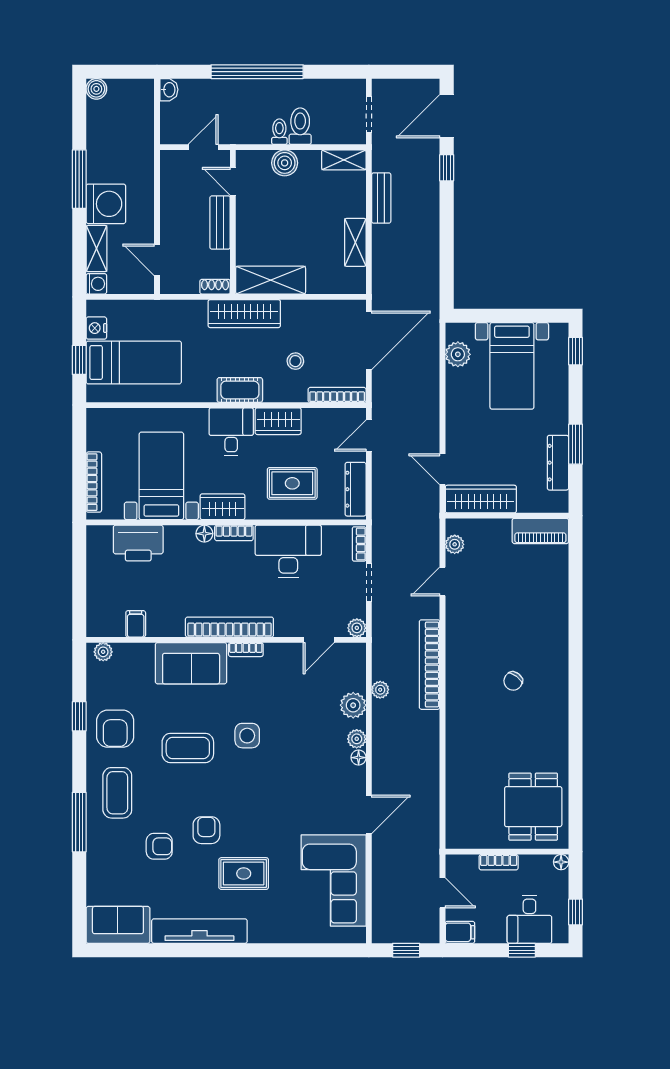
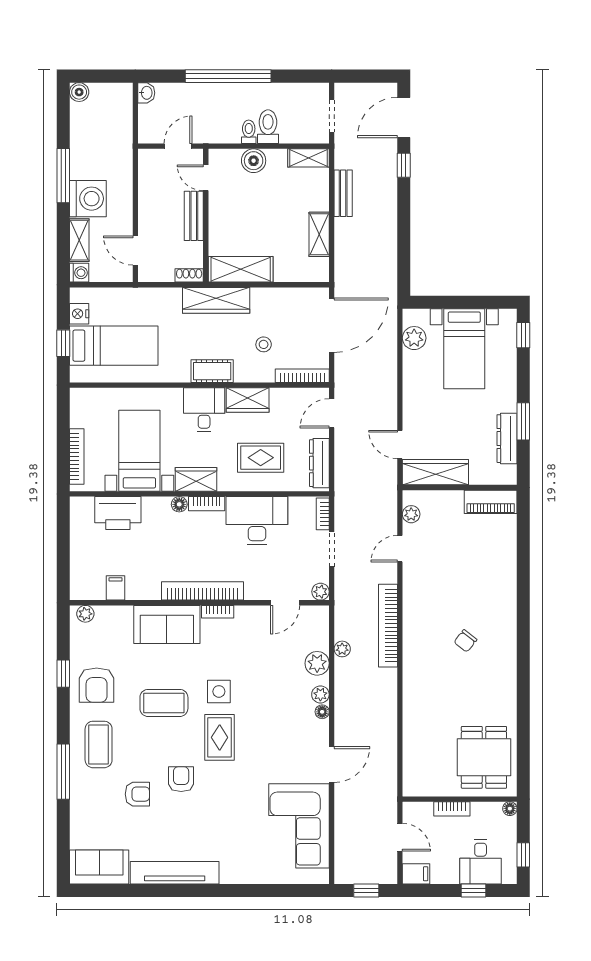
rug: (244, 874) -> (220, 737), moved, turned 90

